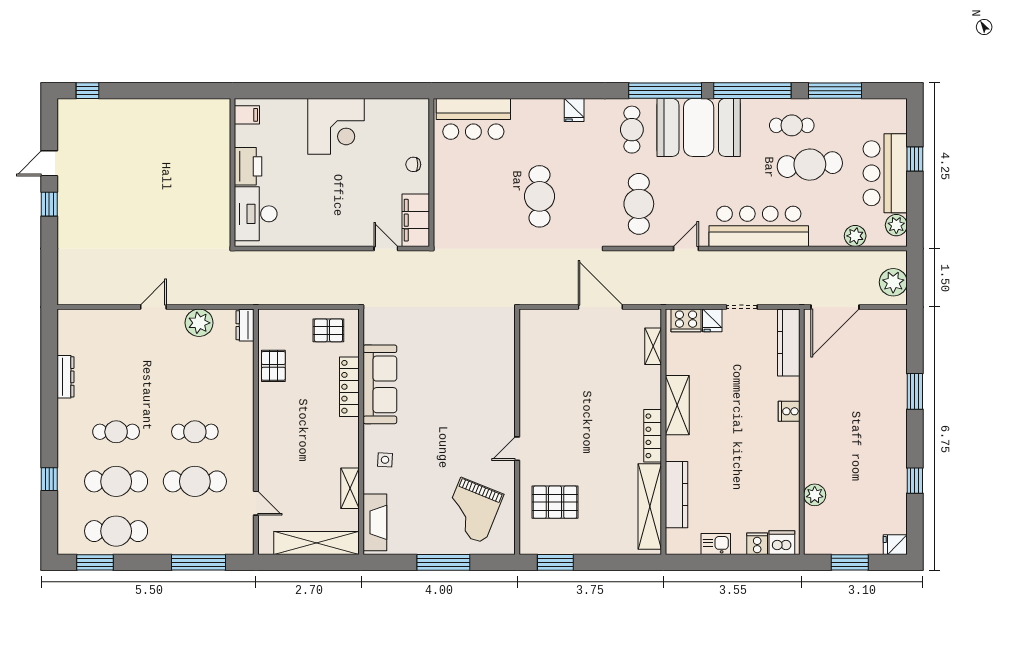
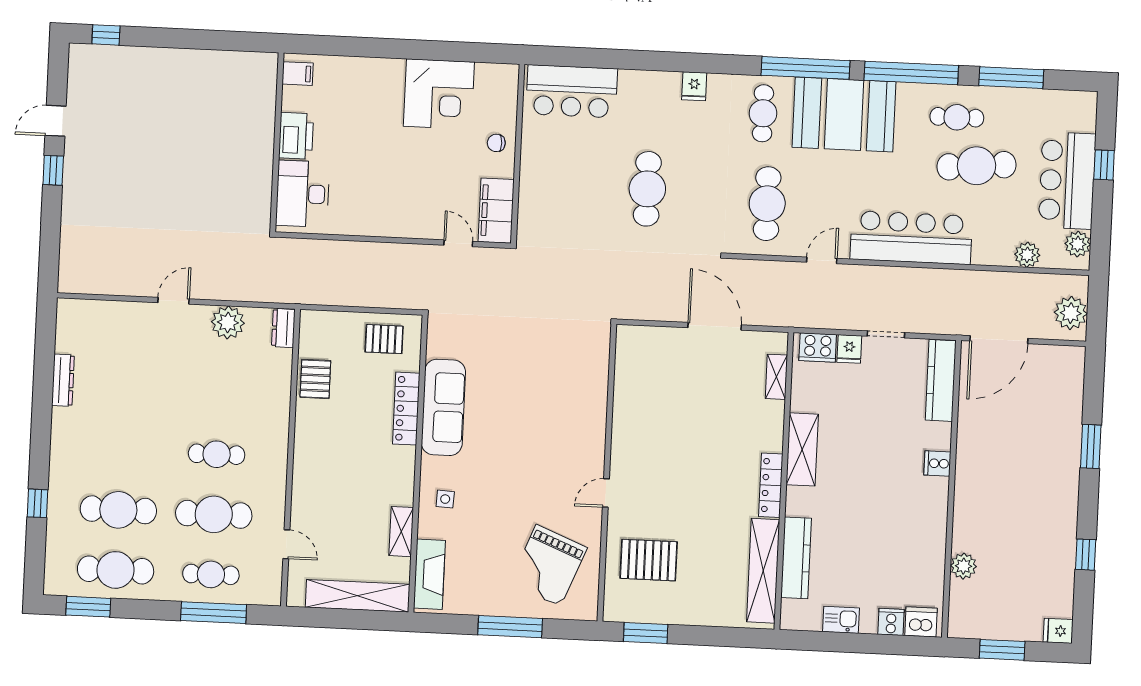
corner desk: (336, 126) -> (439, 94), moved
cafe table: (116, 432) -> (211, 574), moved

